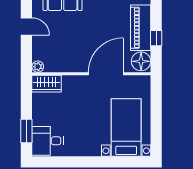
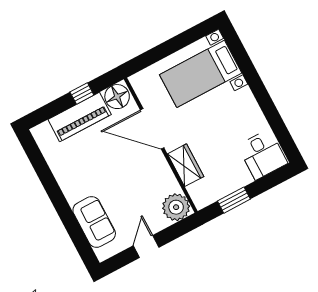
plant: (38, 67) -> (176, 207), width x1.88, depth x1.88
wardrobe: (47, 84) -> (186, 165), moved
window: (26, 131) -> (234, 200), moved

